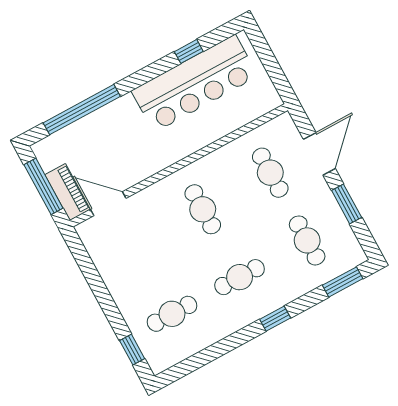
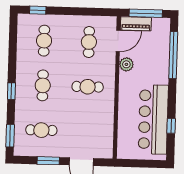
plant: (136, 171) -> (126, 64), added
cafe table: (270, 173) -> (89, 42), moved, turned 90

